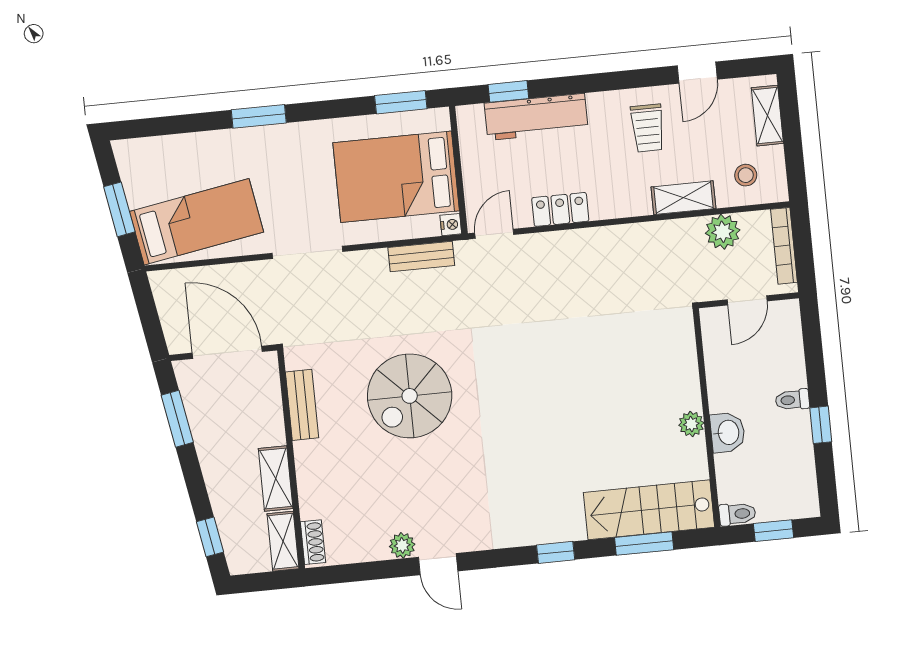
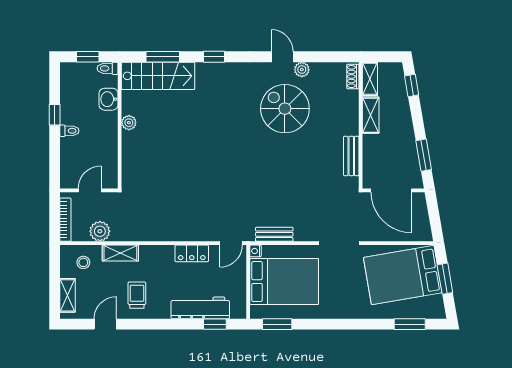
window: (259, 116) -> (410, 324), moved
bed: (197, 222) -> (403, 275), width x1.50
spiral stairs: (410, 396) -> (285, 109), moved, turned -90
washbasin: (728, 432) -> (108, 99), moved

